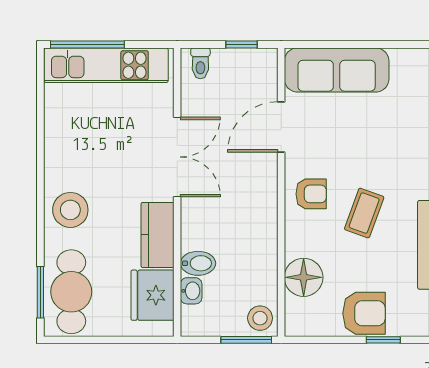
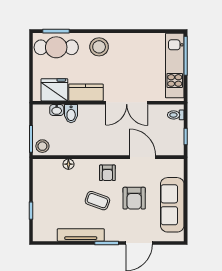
sofa: (337, 70) -> (172, 205), moved
floor lamp: (304, 277) -> (68, 164), width x0.53, depth x0.53
armchair: (364, 313) -> (134, 198), moved

